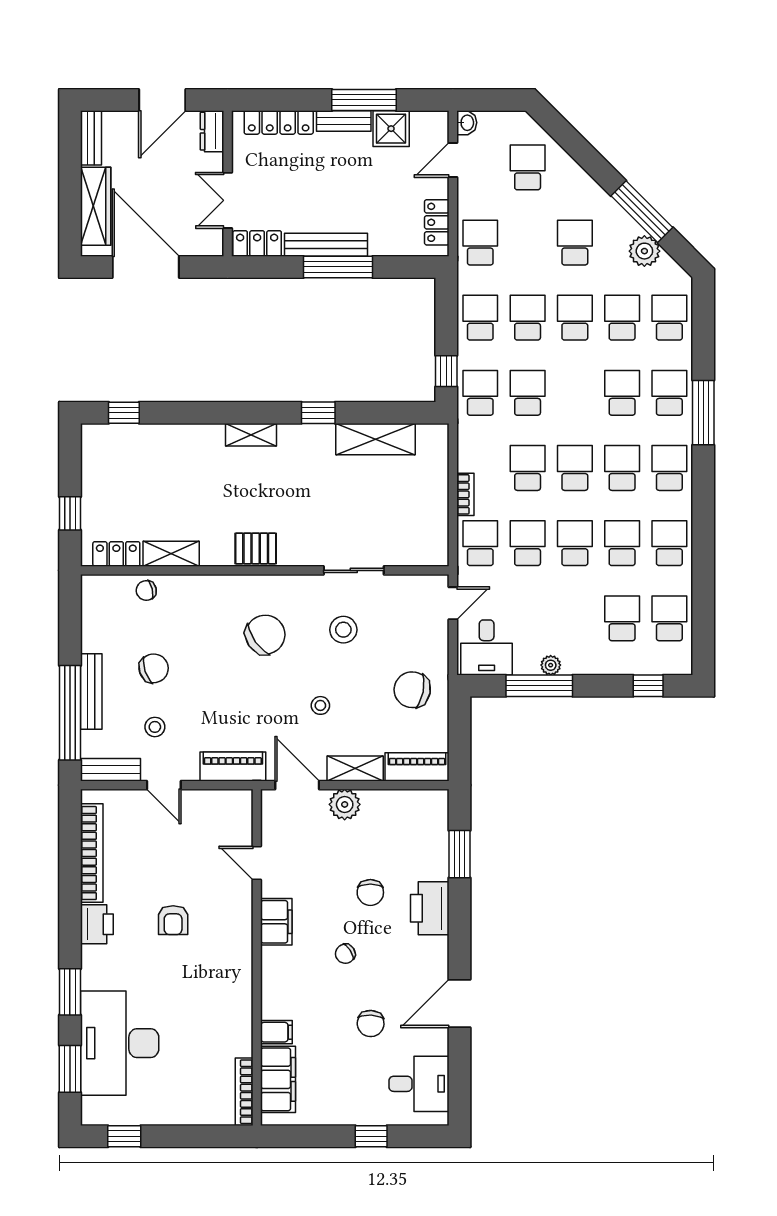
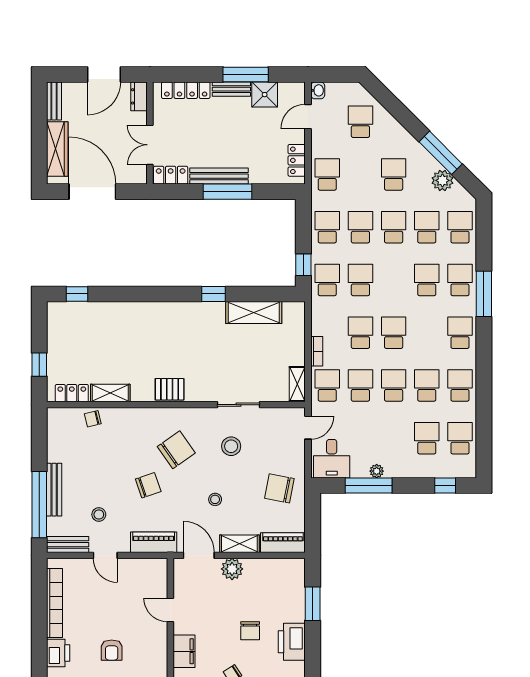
shelving: (251, 435) -> (297, 384), moved, turned 90
school desk: (622, 468) -> (427, 333), removed
chair: (154, 668) -> (148, 485), moved

